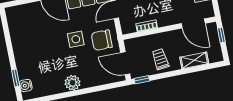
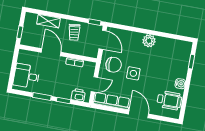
door: (193, 23) -> (51, 52), moved
wheelchair: (23, 25) -> (169, 100), added
water cooler: (26, 86) -> (180, 84), moved

